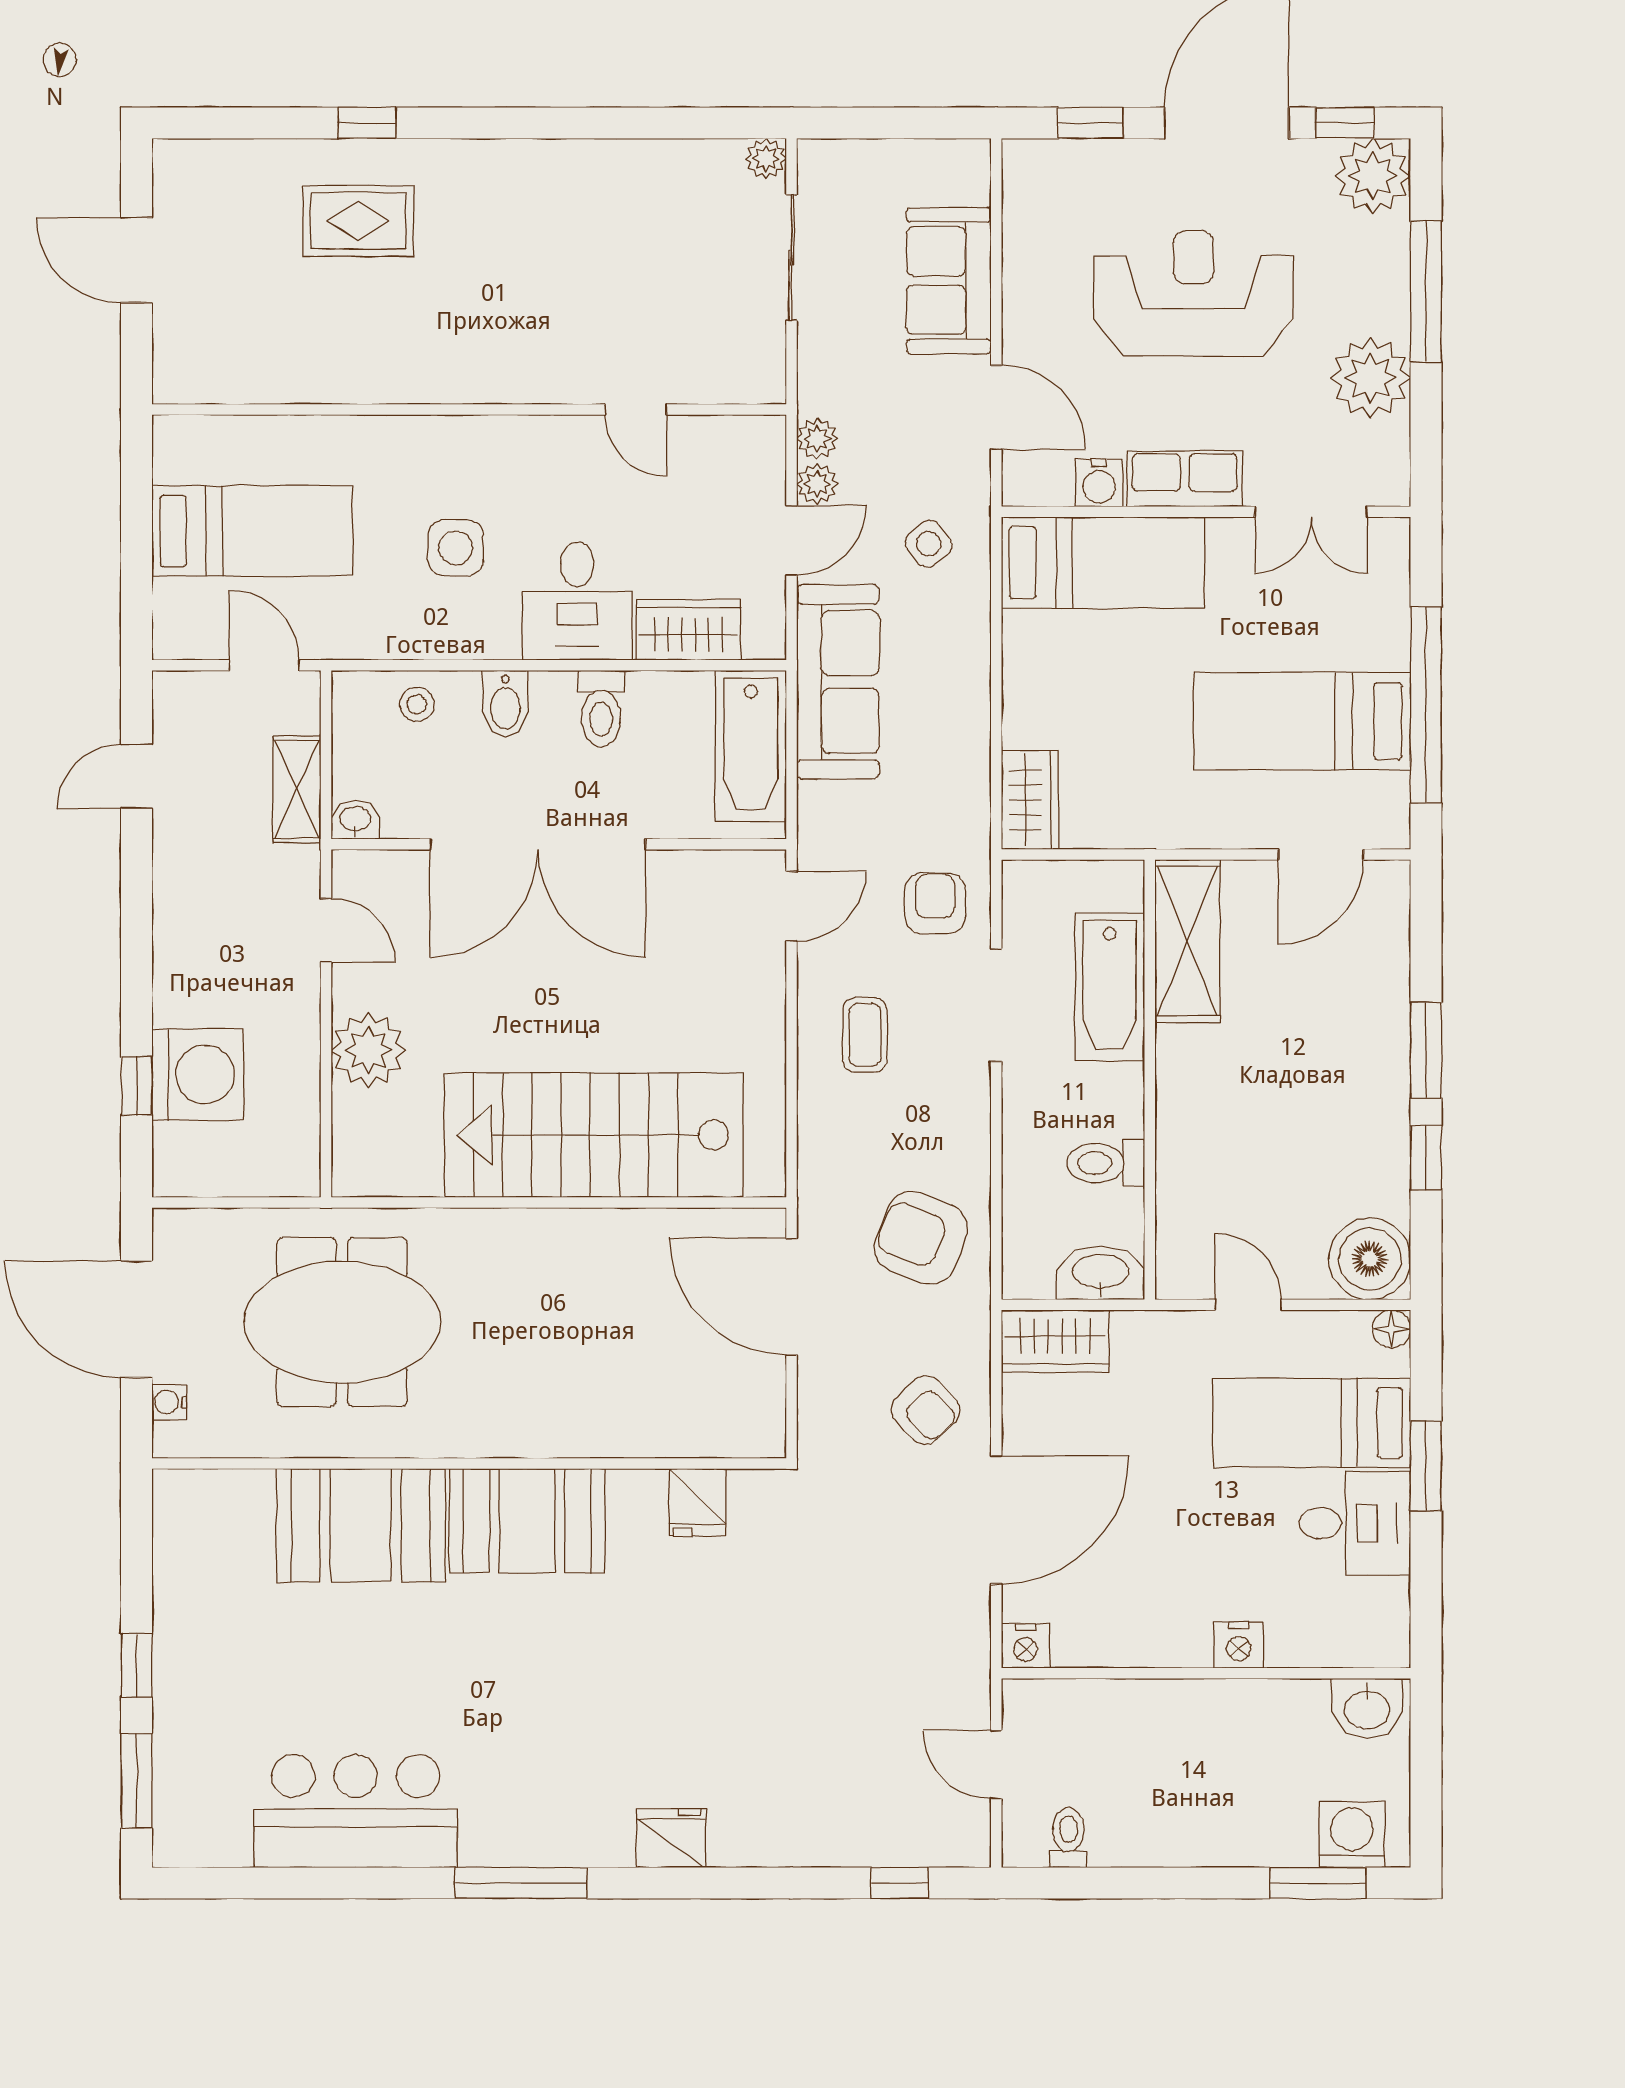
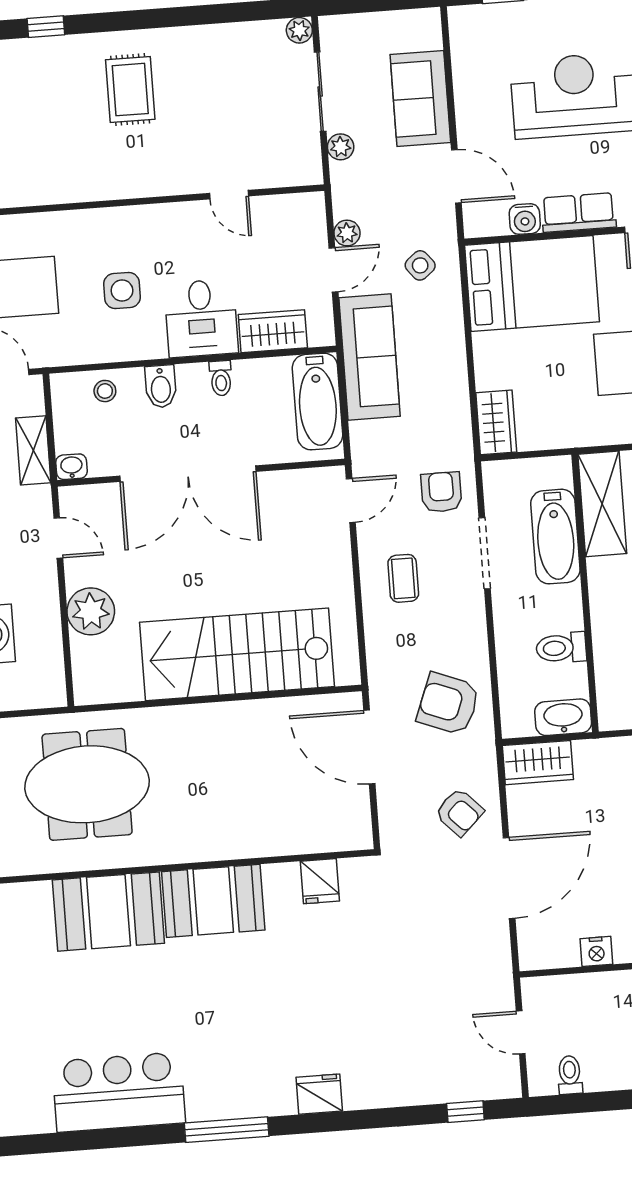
rug: (358, 221) -> (130, 90), moved, turned 90
plant: (817, 439) -> (341, 147), moved
bed: (1103, 563) -> (532, 284), width x1.50
toilet: (601, 708) -> (221, 378), width x0.73, depth x0.72
nightstand: (1025, 1646) -> (596, 951), moved

